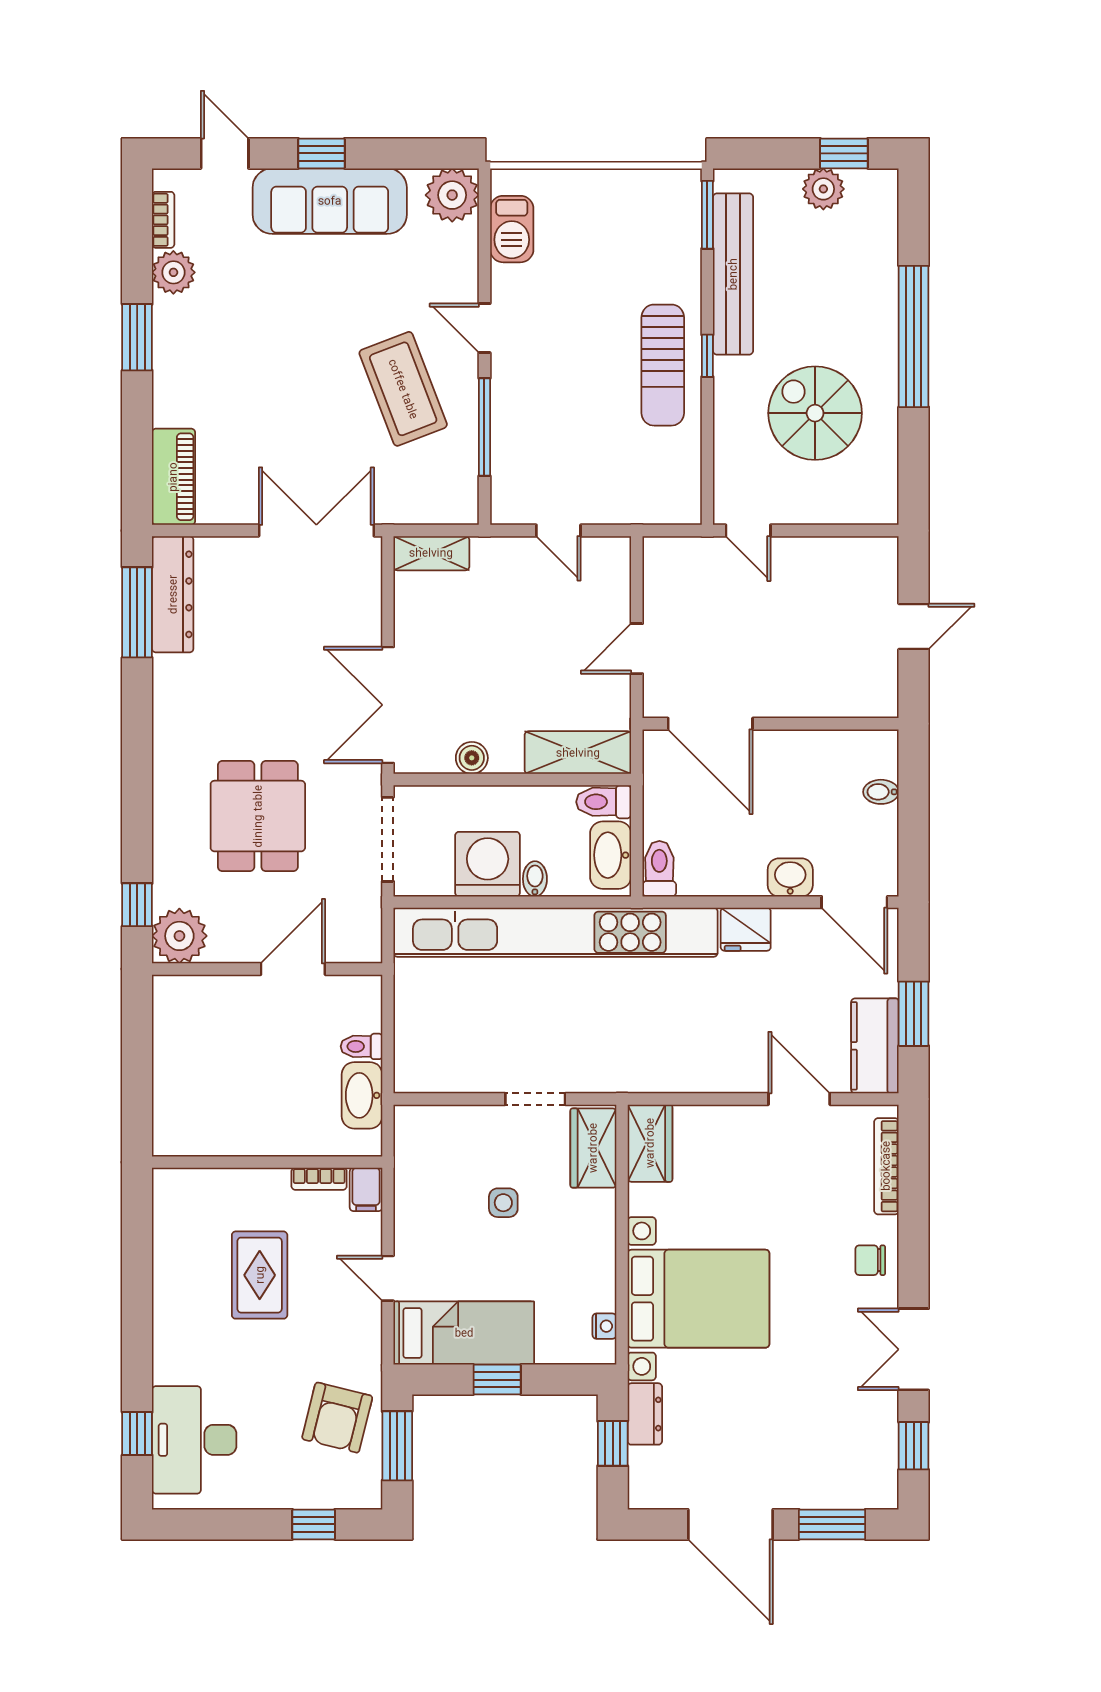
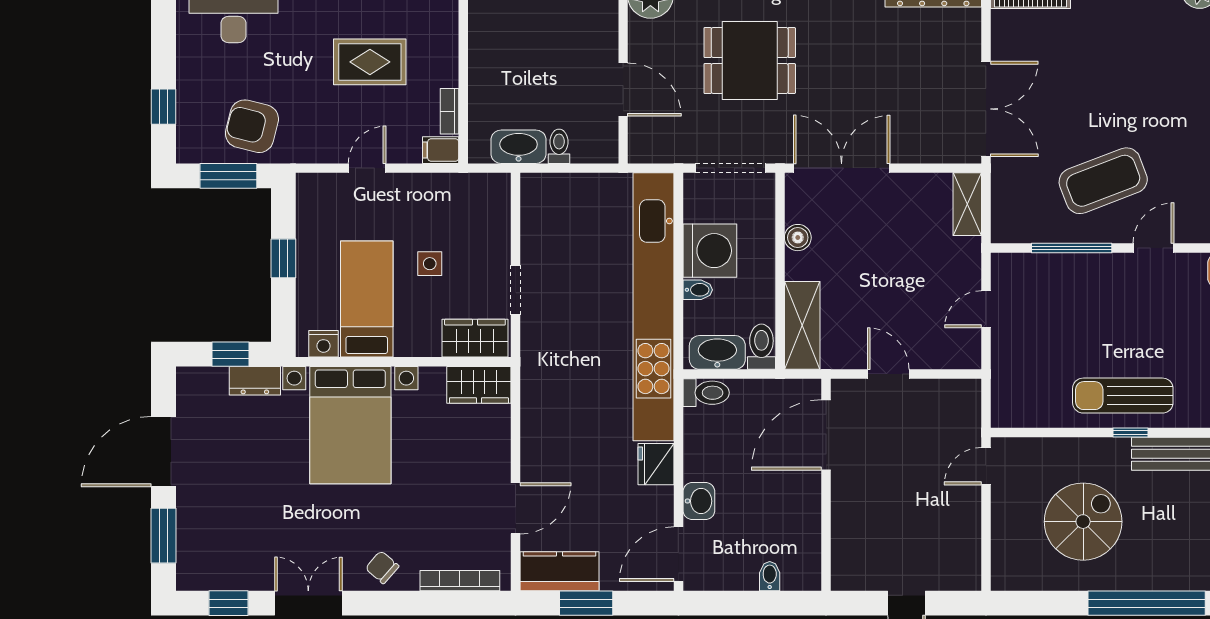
chair: (870, 1260) -> (382, 567), turned -49
nightstand: (604, 1326) -> (323, 344), width x1.39, depth x1.35
bed: (464, 1333) -> (367, 299), moved, turned 180

